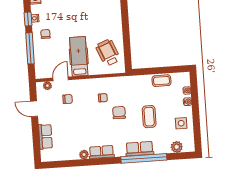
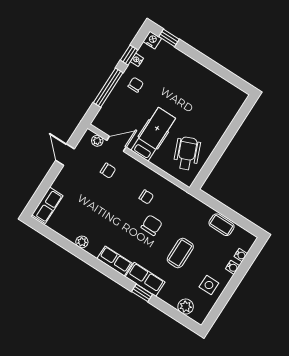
row of seats: (45, 137) -> (47, 205), moved
row of seats: (102, 152) -> (115, 261), moved
window: (144, 158) -> (142, 293), width x0.32

